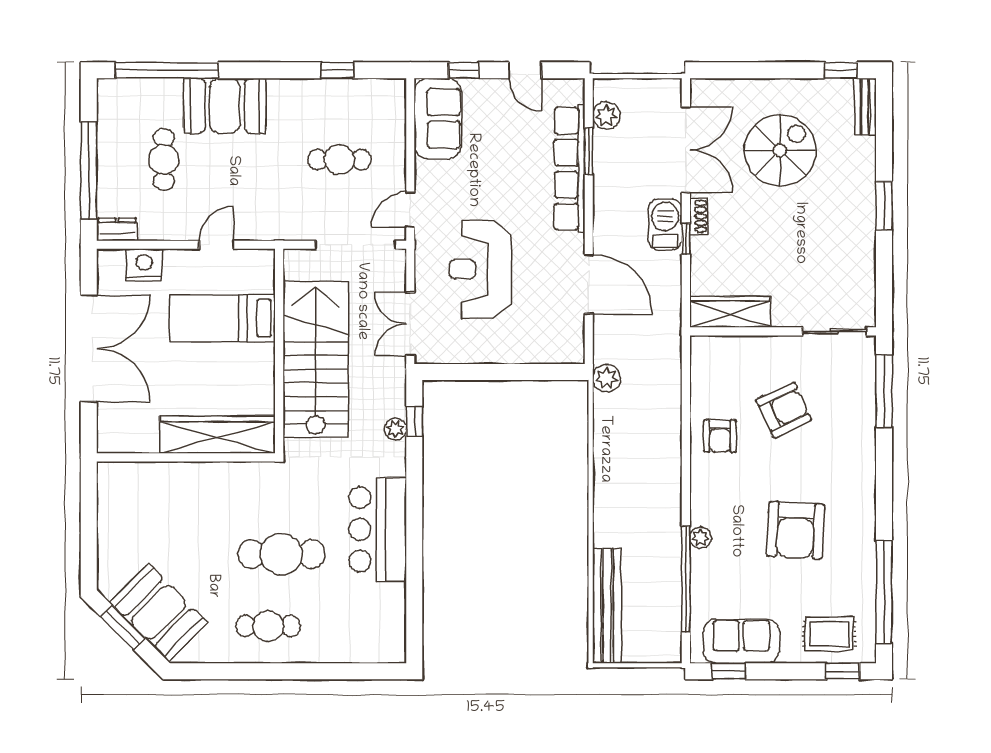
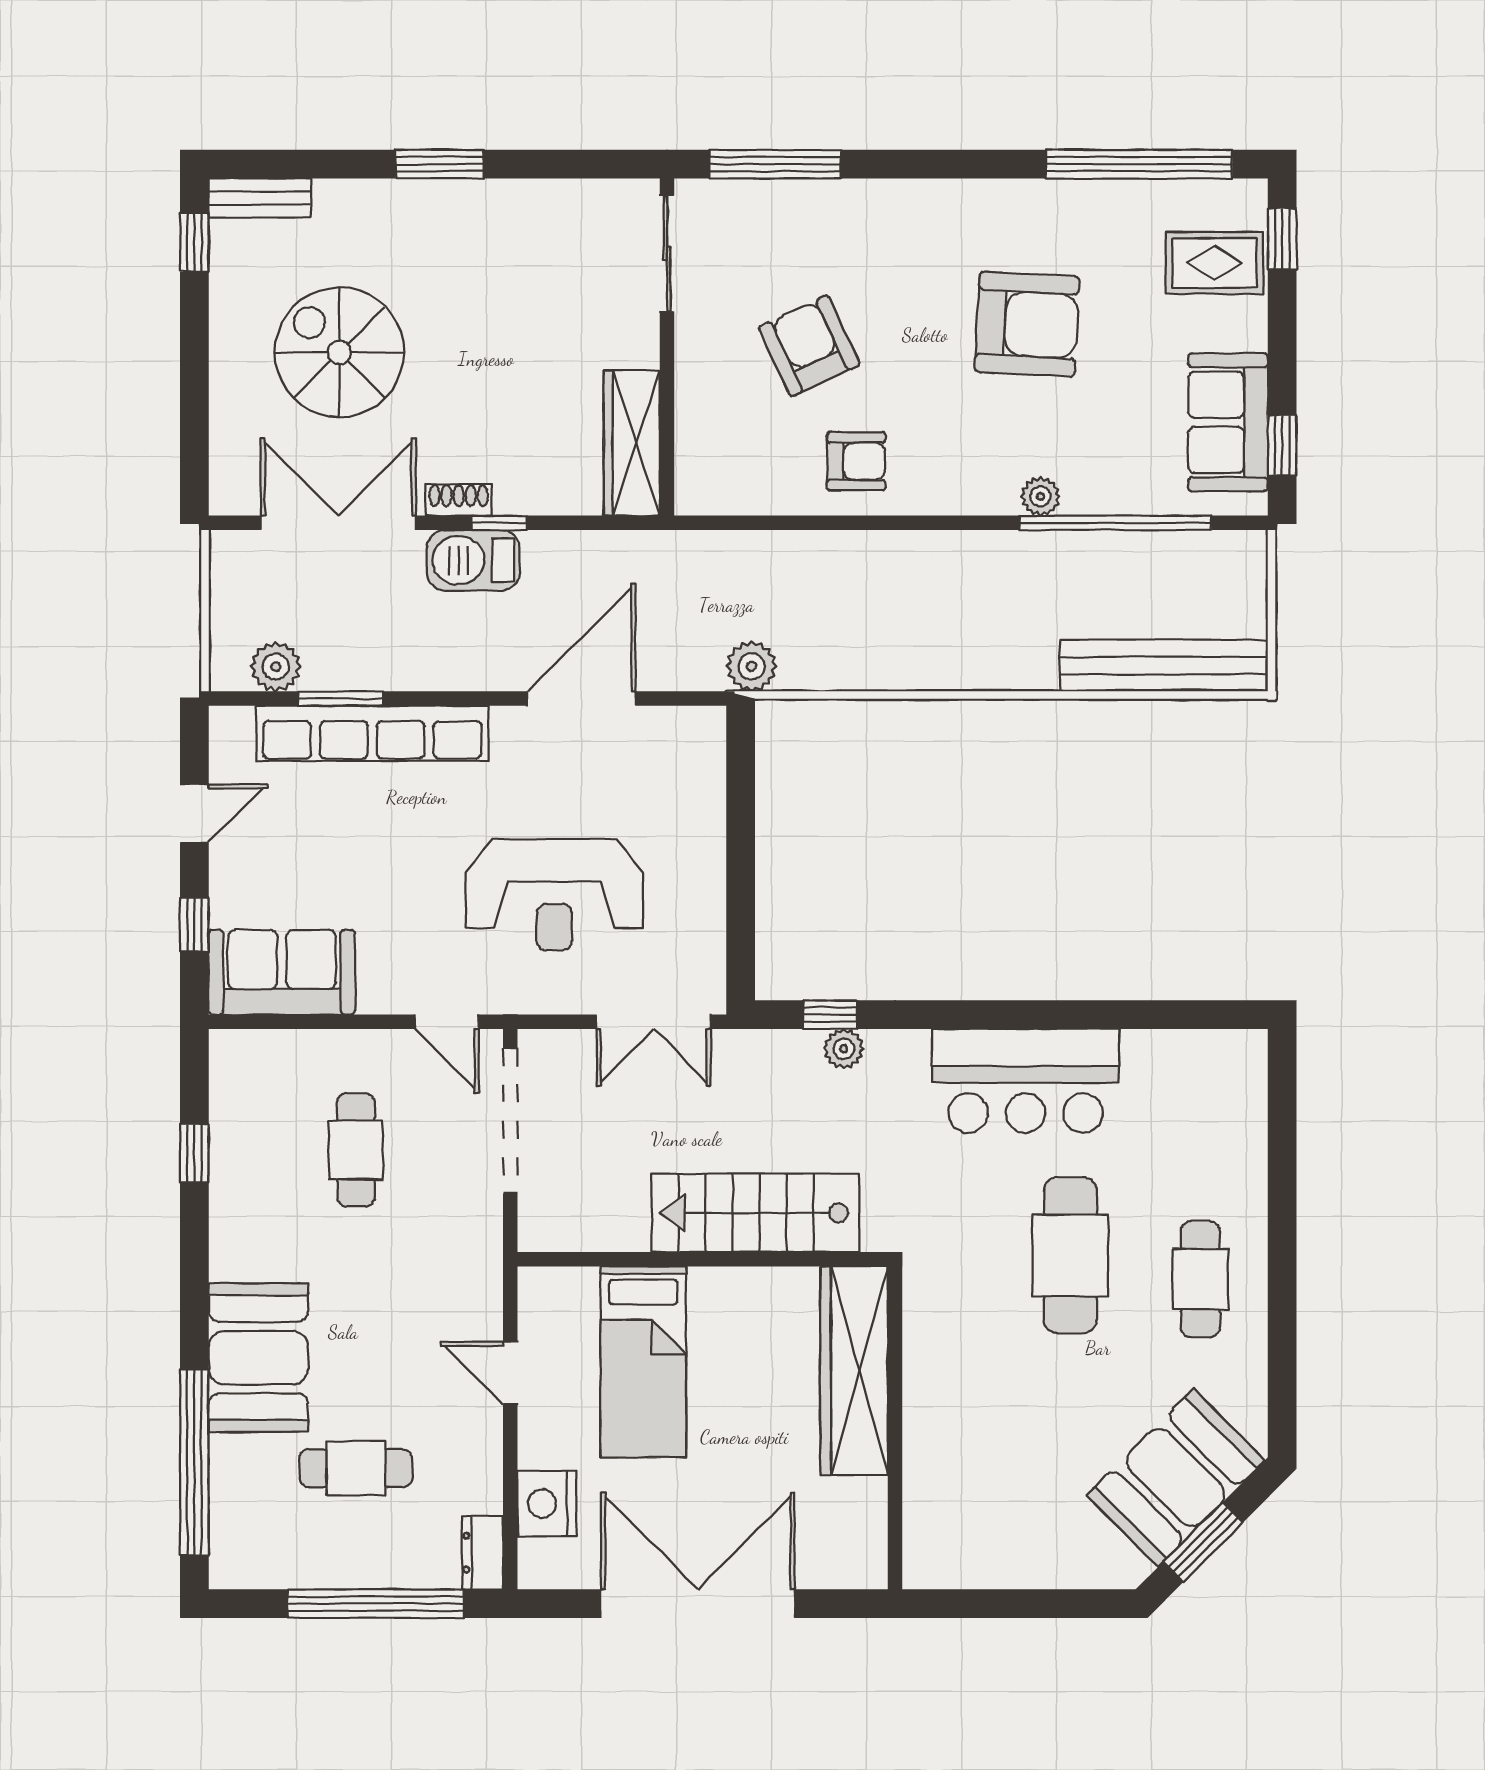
stairs: (316, 359) -> (755, 1213), width x0.73, depth x0.66
rug: (829, 634) -> (1215, 263), turned 90

